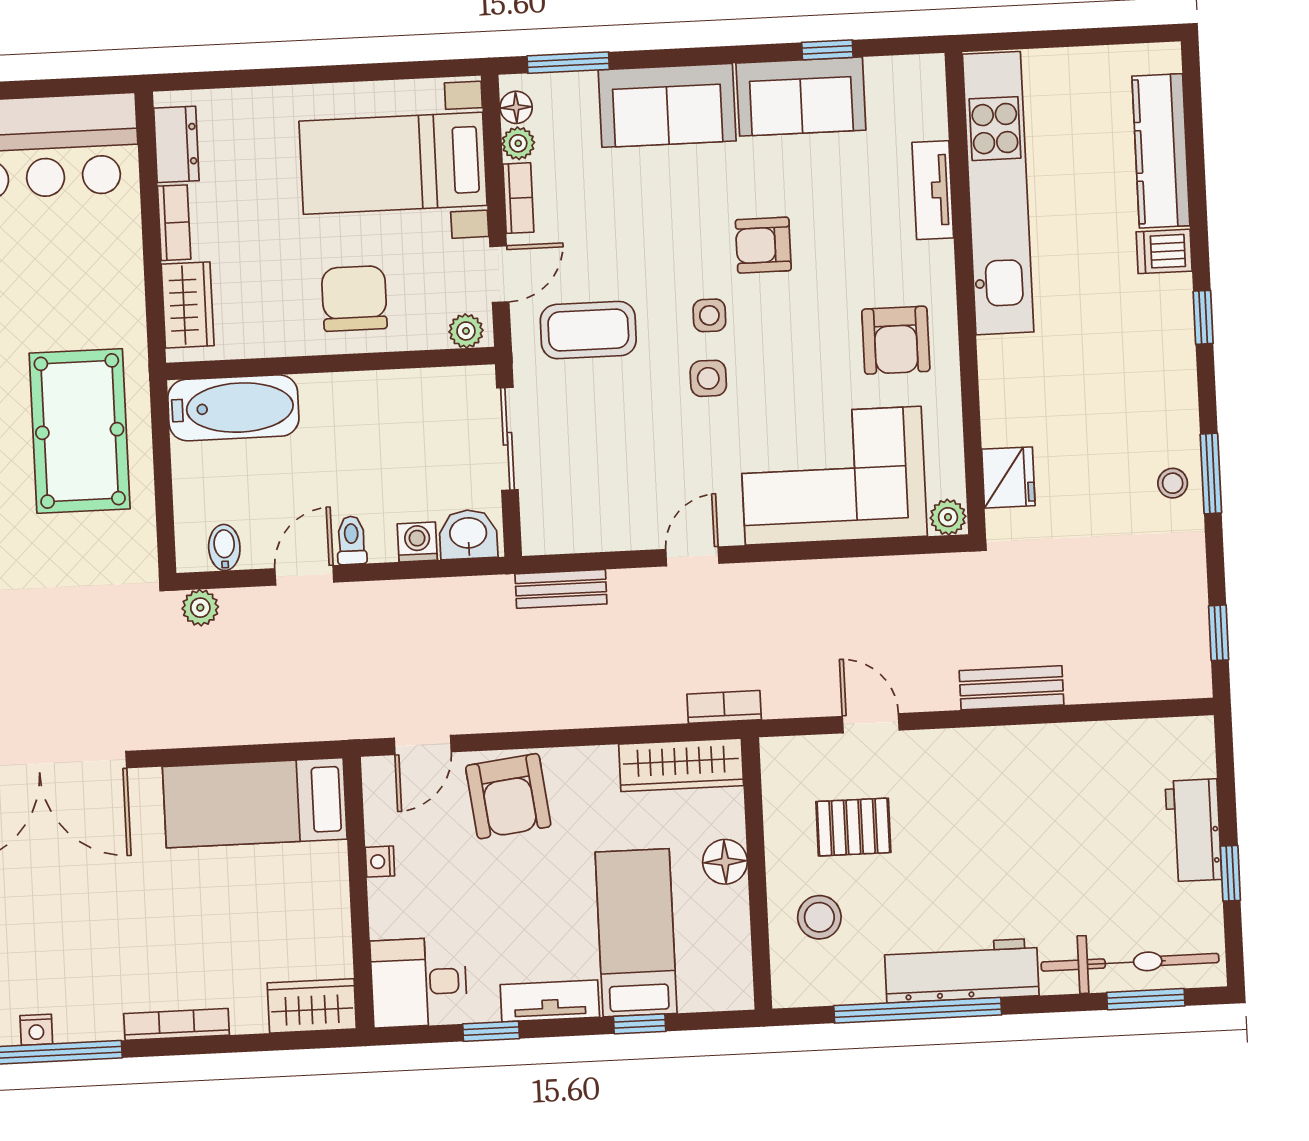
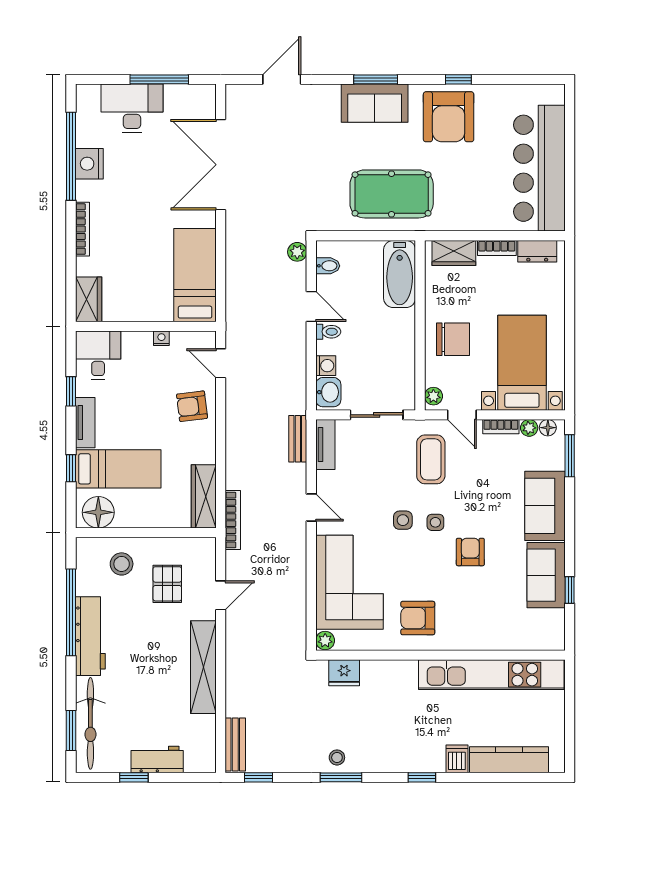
tv unit: (933, 190) -> (325, 445), moved, turned 90
bench: (1012, 688) -> (235, 745), moved
bookcase: (724, 707) -> (233, 520), width x1.56
shelving: (1011, 750) -> (203, 667), added
armchair: (508, 796) -> (192, 406), width x0.72, depth x0.72
floor lamp: (725, 862) -> (98, 512), moved, width x1.38, depth x1.38
nightstand: (36, 1030) -> (89, 164), width x1.89, depth x1.79

